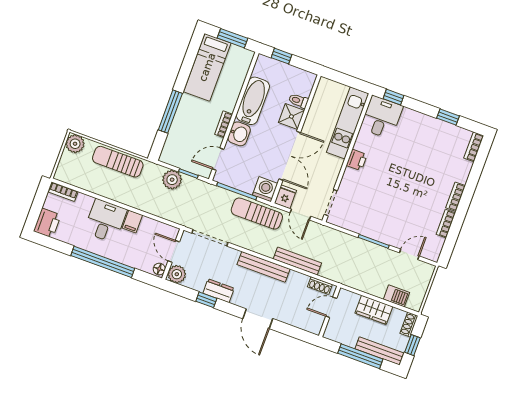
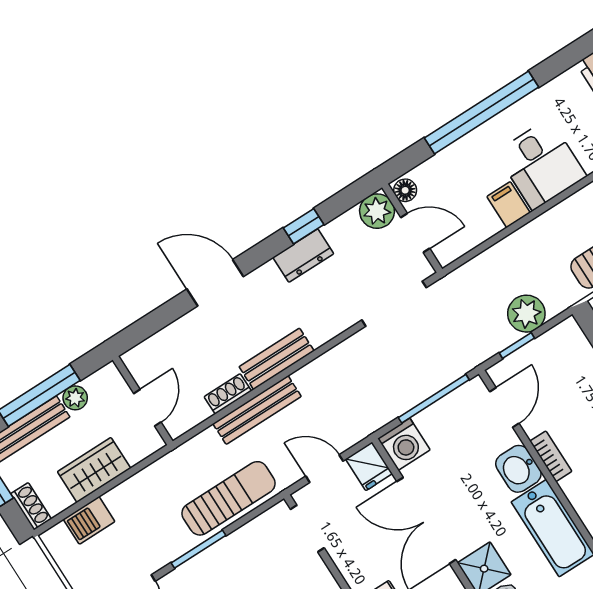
sun lounger: (257, 214) -> (229, 498), moved
bench: (264, 267) -> (277, 359), width x0.73
shoe rack: (320, 286) -> (228, 394), moved
plant: (350, 340) -> (75, 398), added

